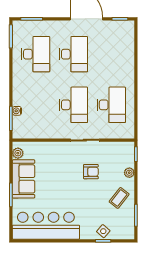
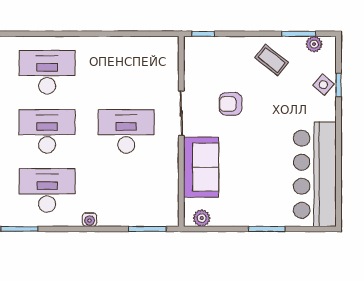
desk: (111, 105) -> (47, 72), moved
water cooler: (17, 111) -> (90, 219), moved
armchair: (91, 172) -> (231, 104), turned -90
plant: (129, 173) -> (314, 44), moved
sofa: (24, 179) -> (201, 167), moved, turned 90

